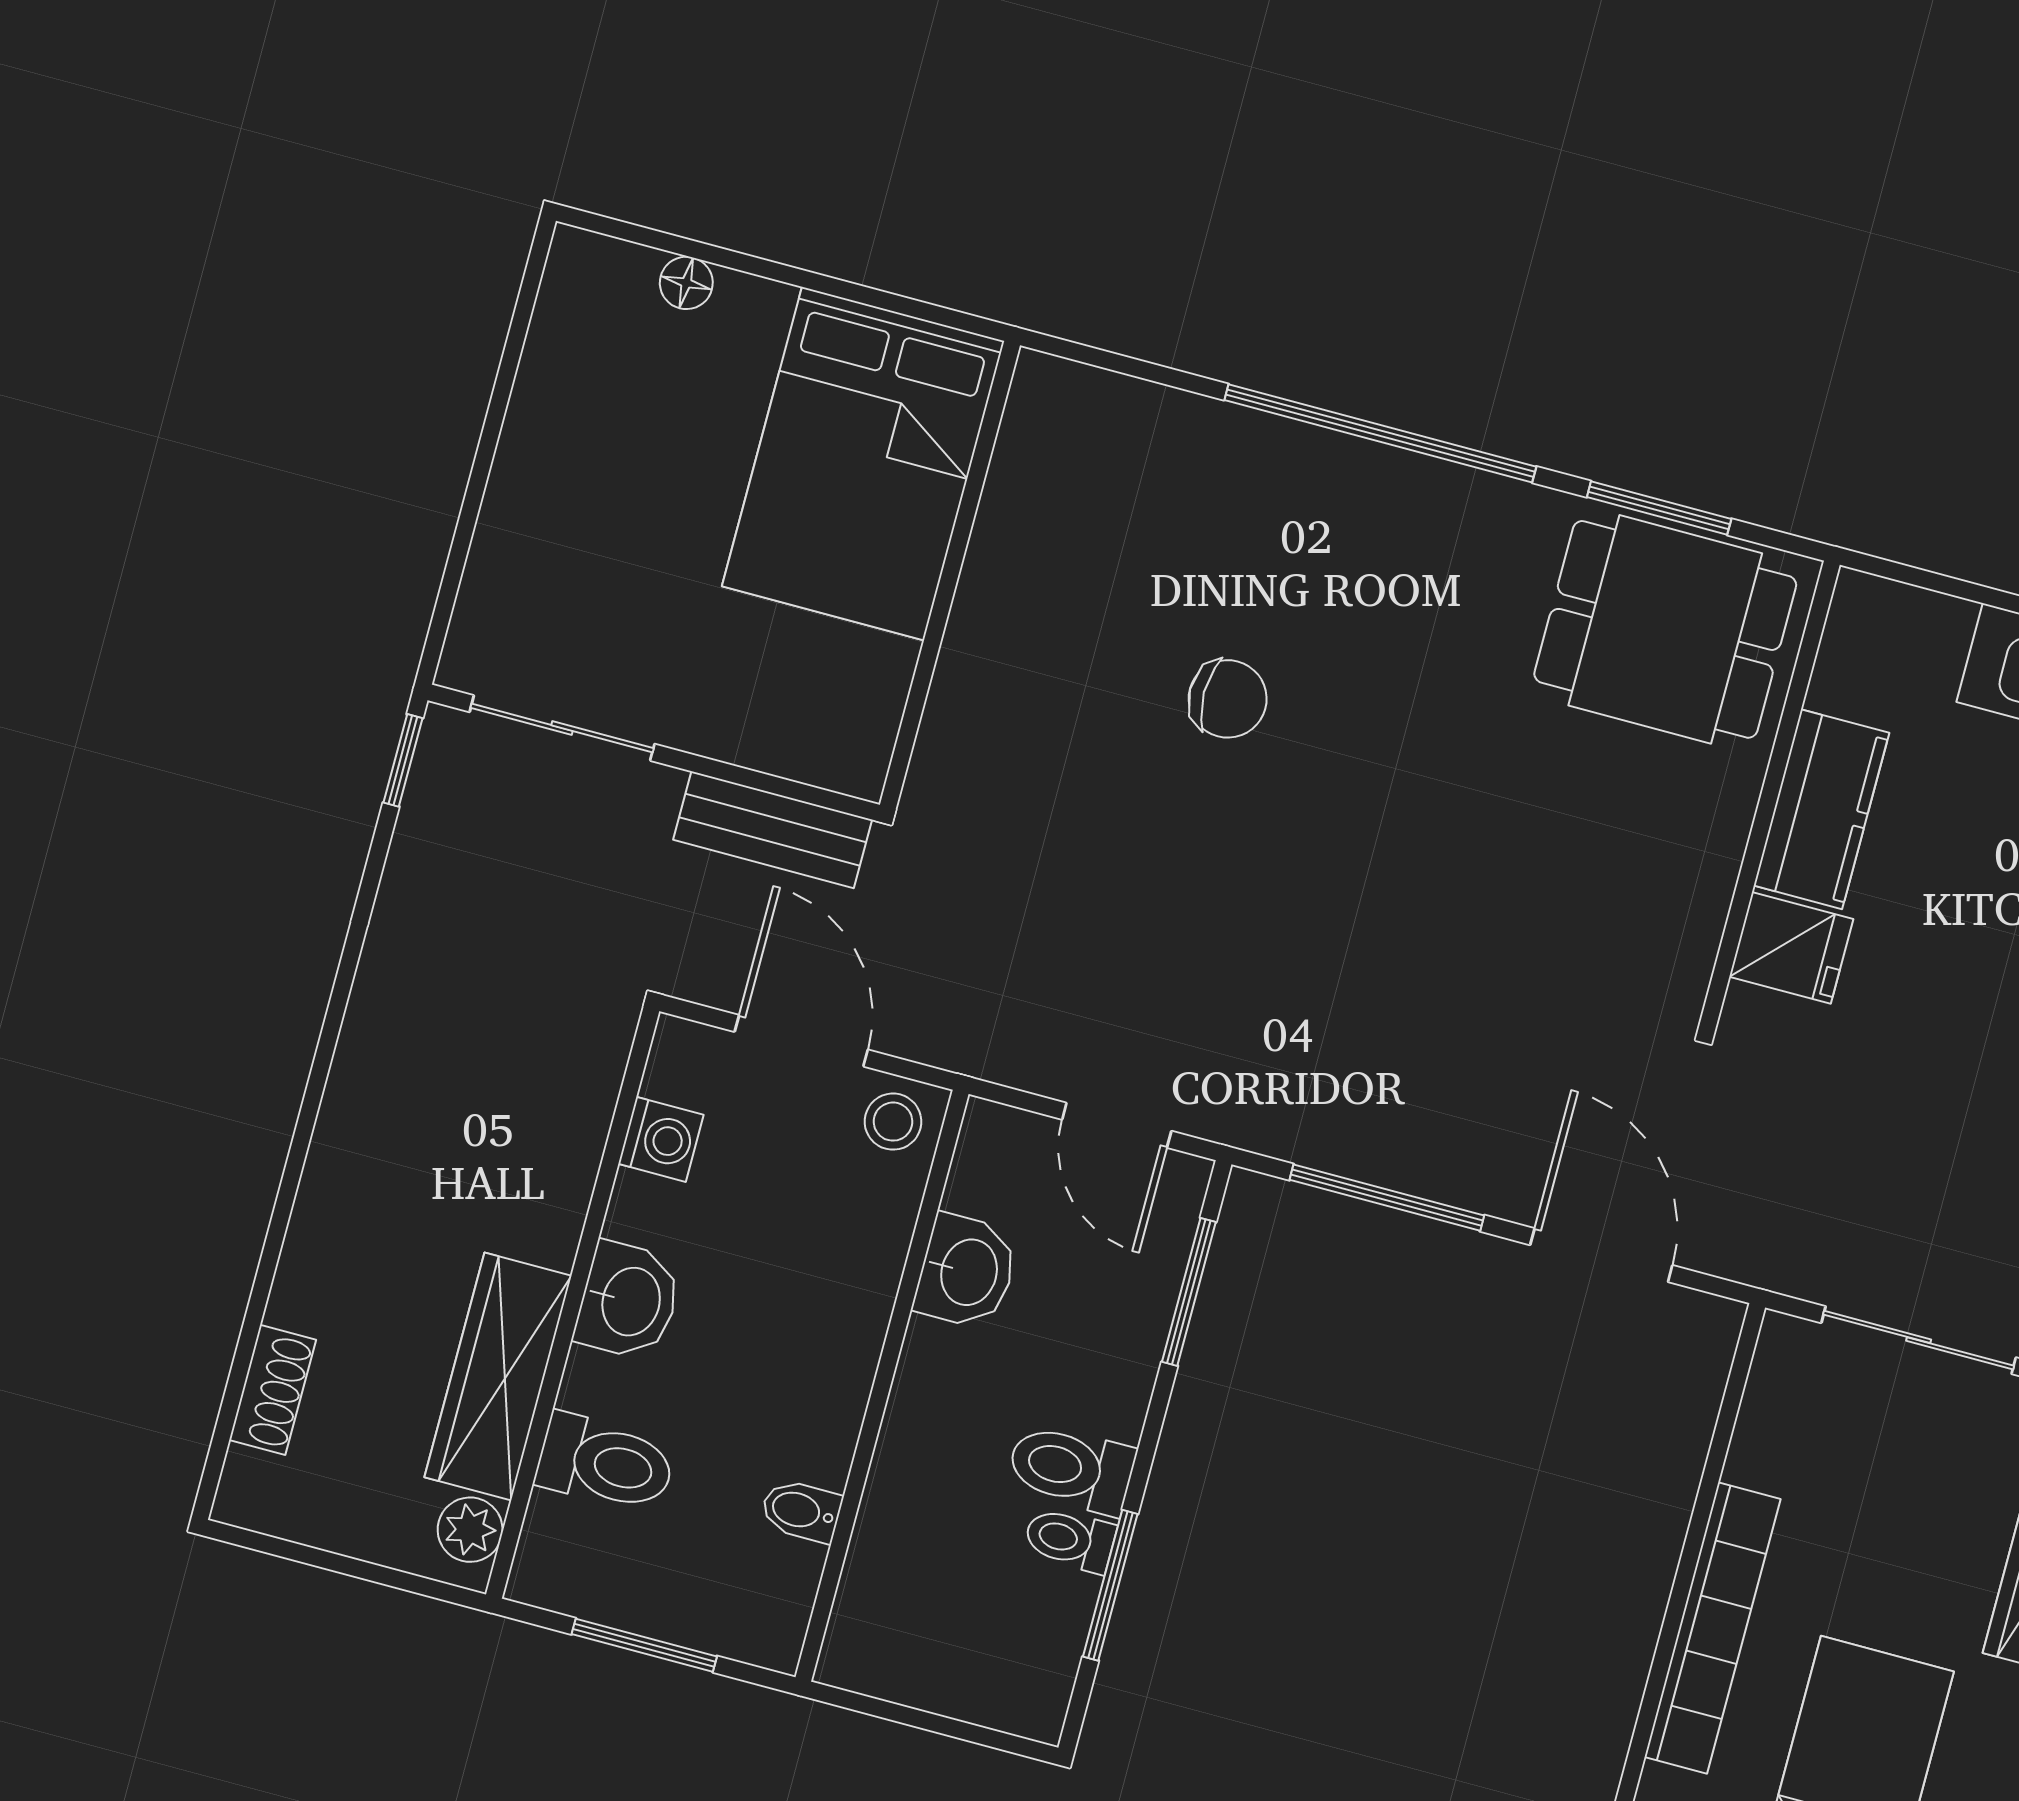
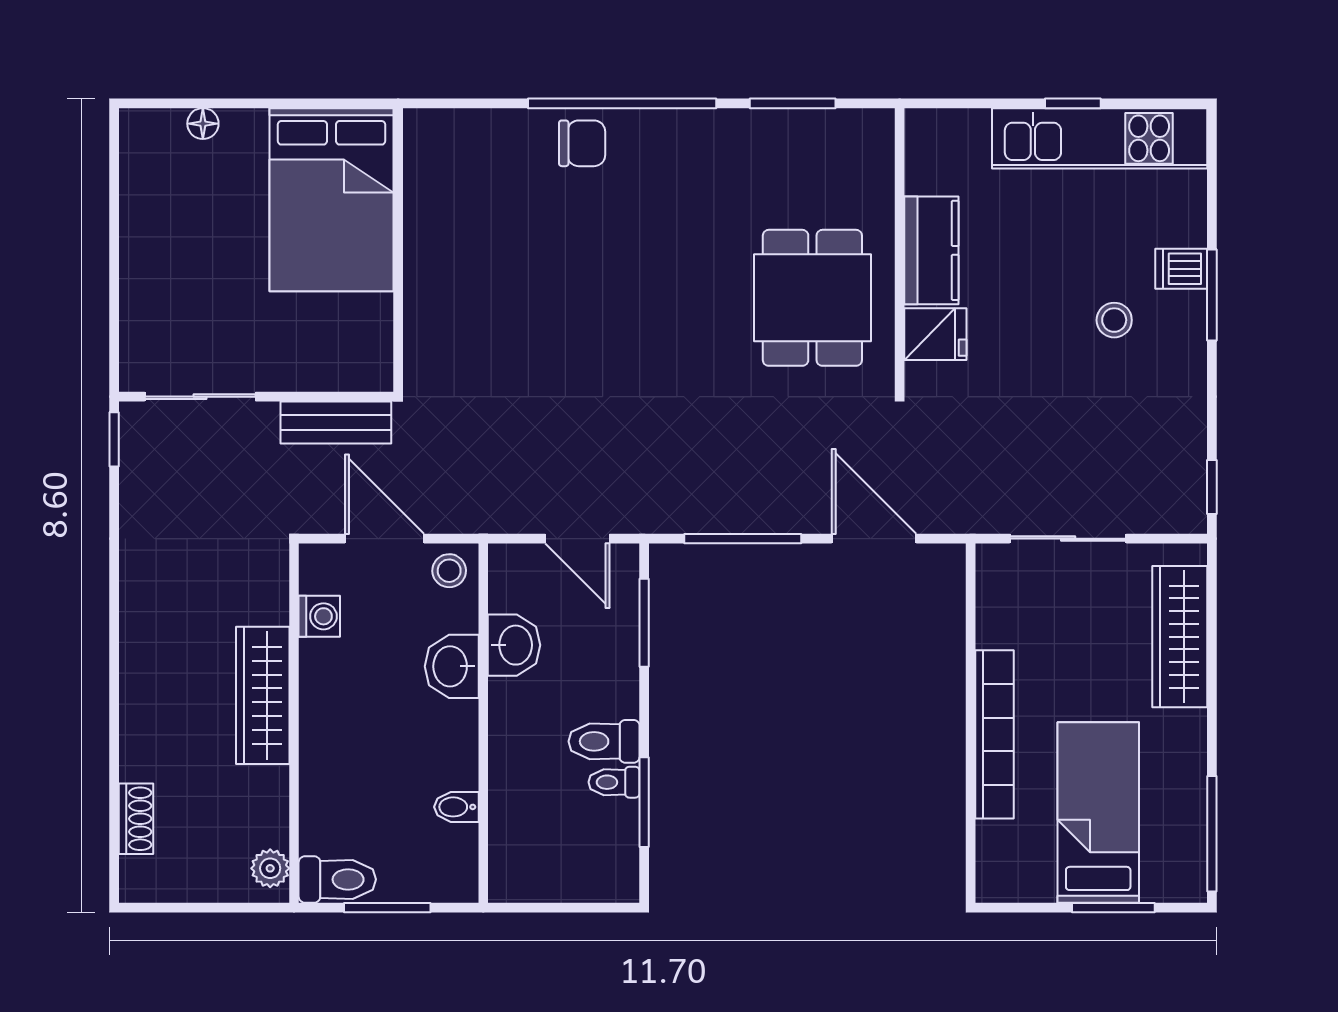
dining table: (1665, 629) -> (812, 298), moved, turned 90
chair: (1228, 699) -> (582, 143), moved
washbasin: (628, 1301) -> (452, 666), moved, turned 180
wardrobe: (498, 1376) -> (263, 695), moved
toilet: (605, 1463) -> (337, 879), moved

